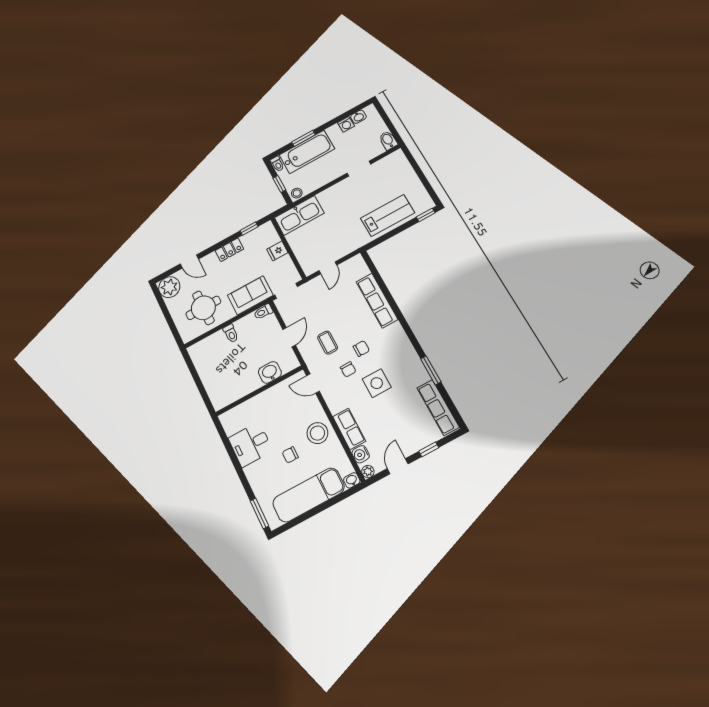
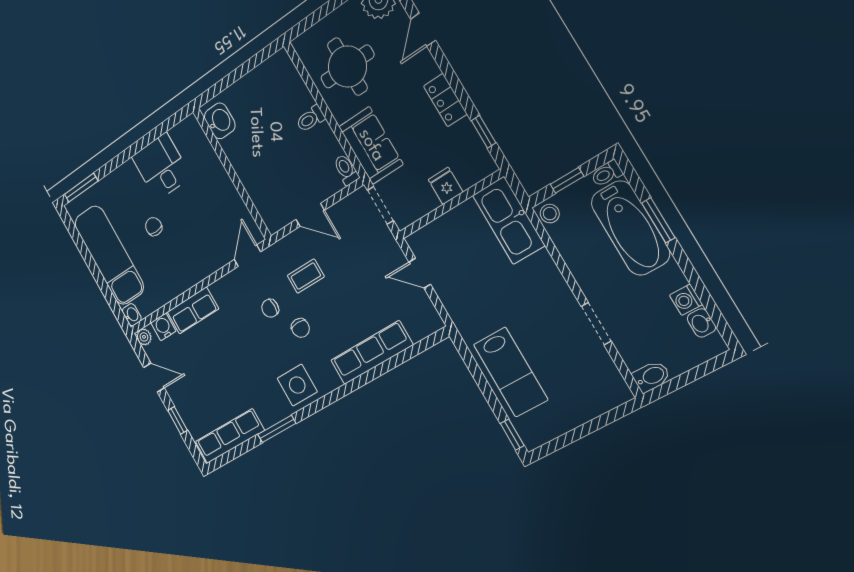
washbasin: (270, 372) -> (220, 121), moved
side table: (377, 383) -> (297, 385), moved
stool: (317, 433) -> (184, 265), removed

